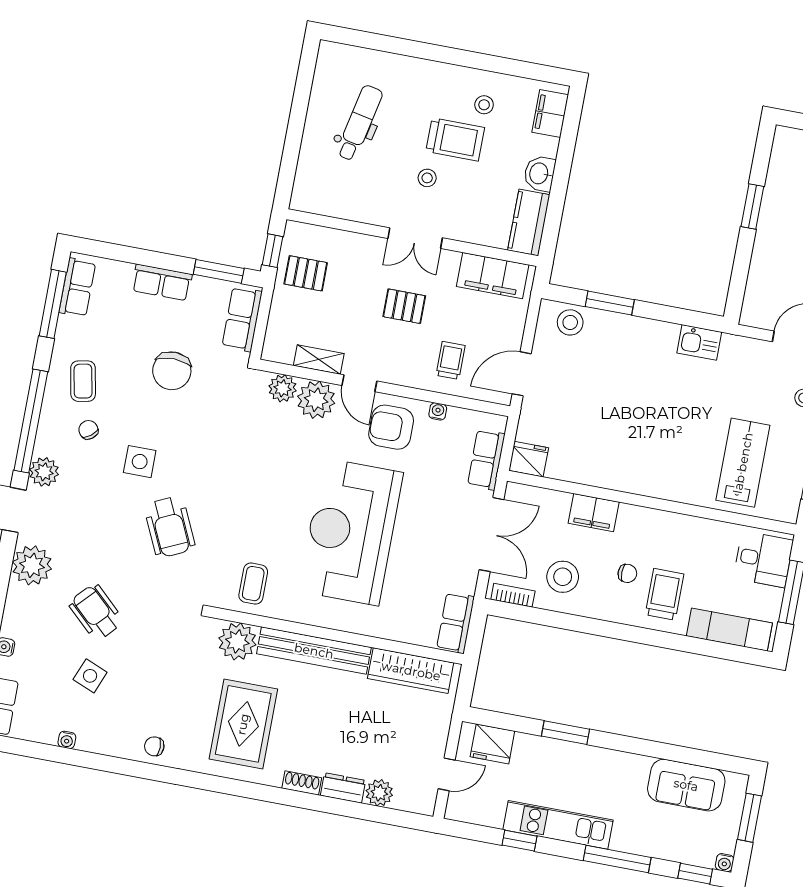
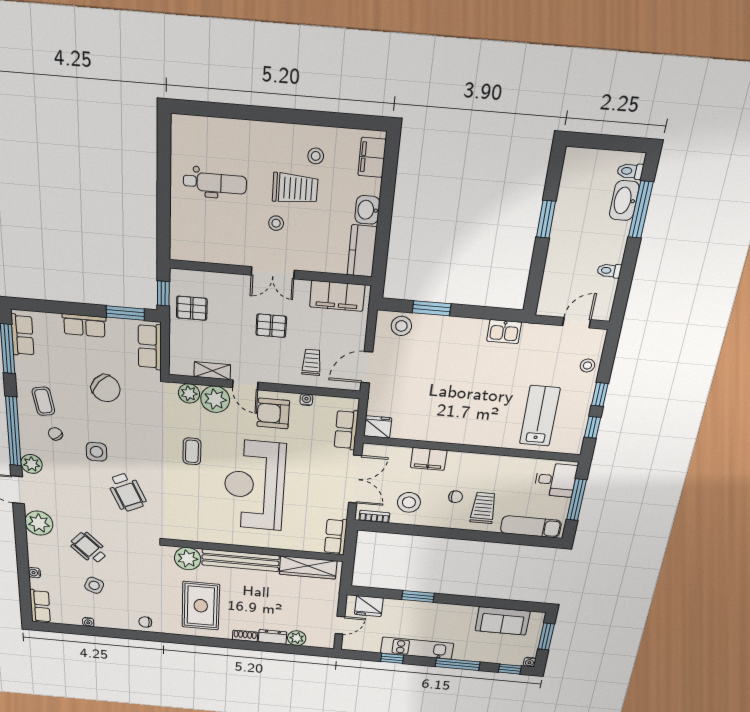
dental chair: (360, 123) -> (215, 183), turned 78
chair: (172, 371) -> (106, 388), turned -50
coffee table: (253, 584) -> (192, 451), moved

